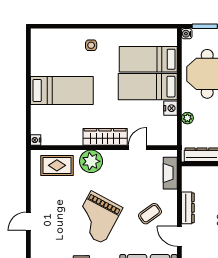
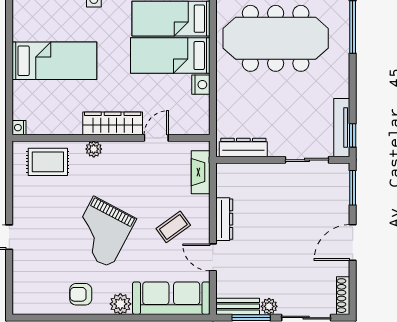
plant: (187, 118) -> (224, 98), removed
plant: (91, 161) -> (94, 149), width x0.53, depth x0.53

